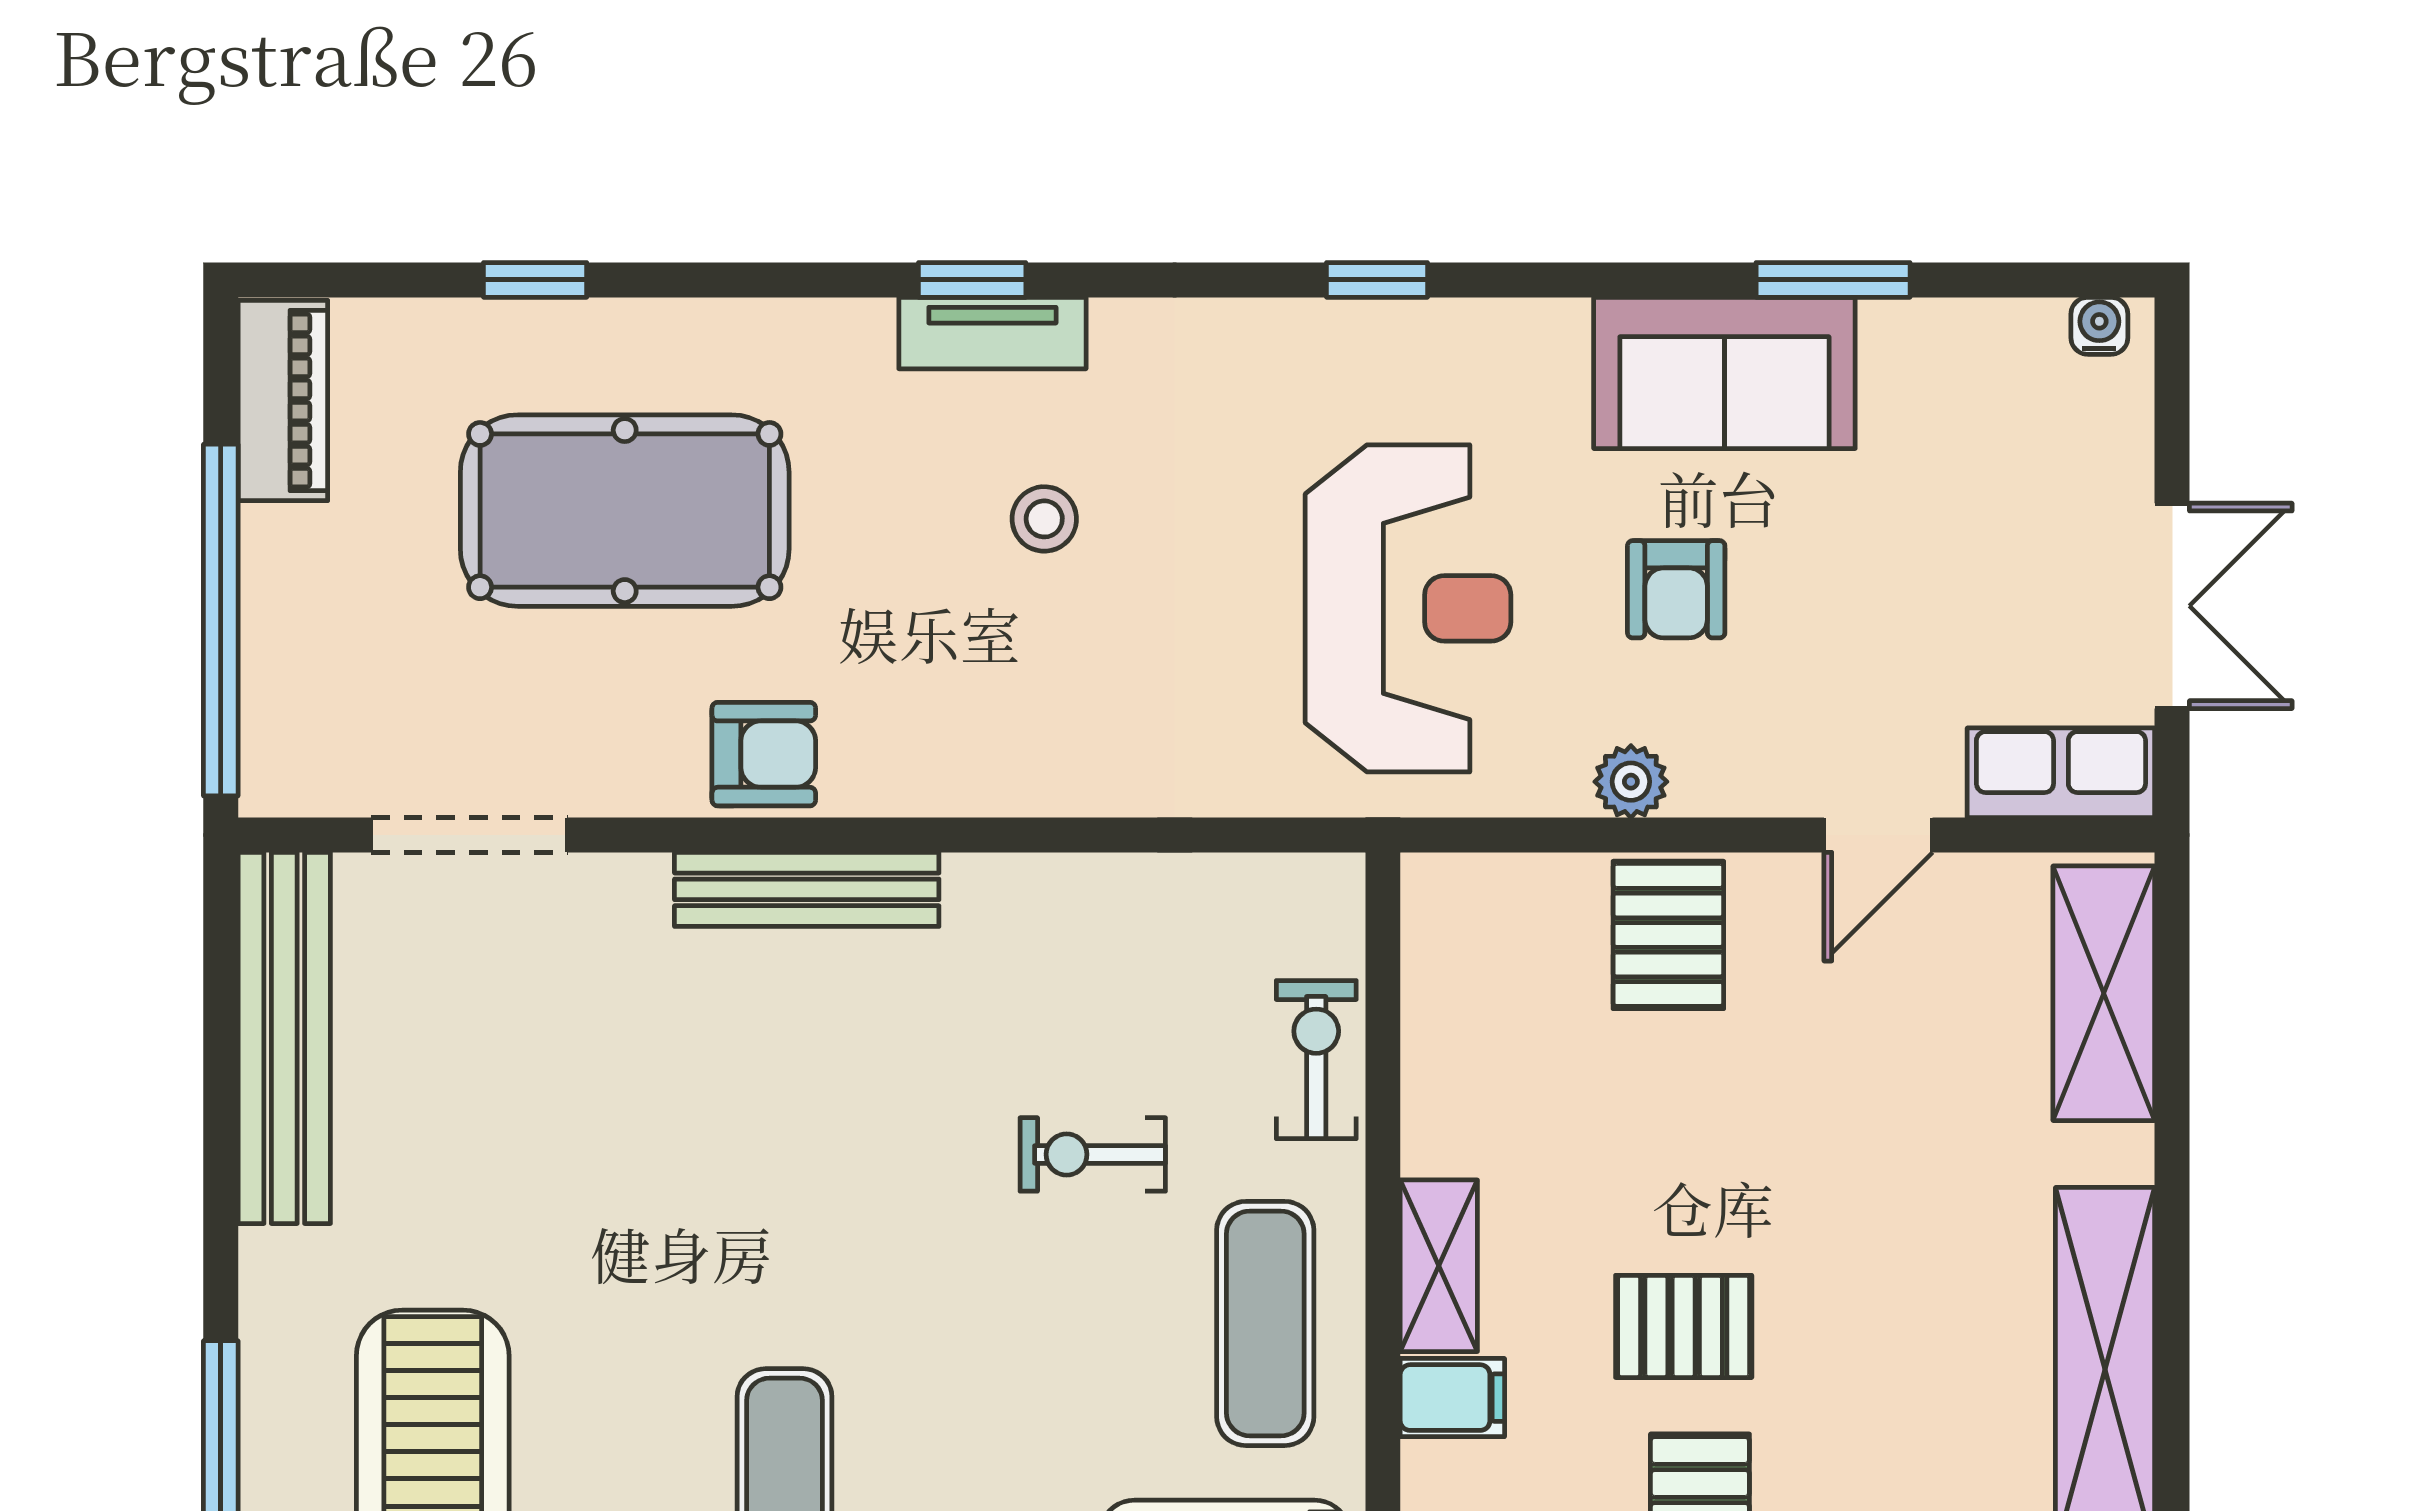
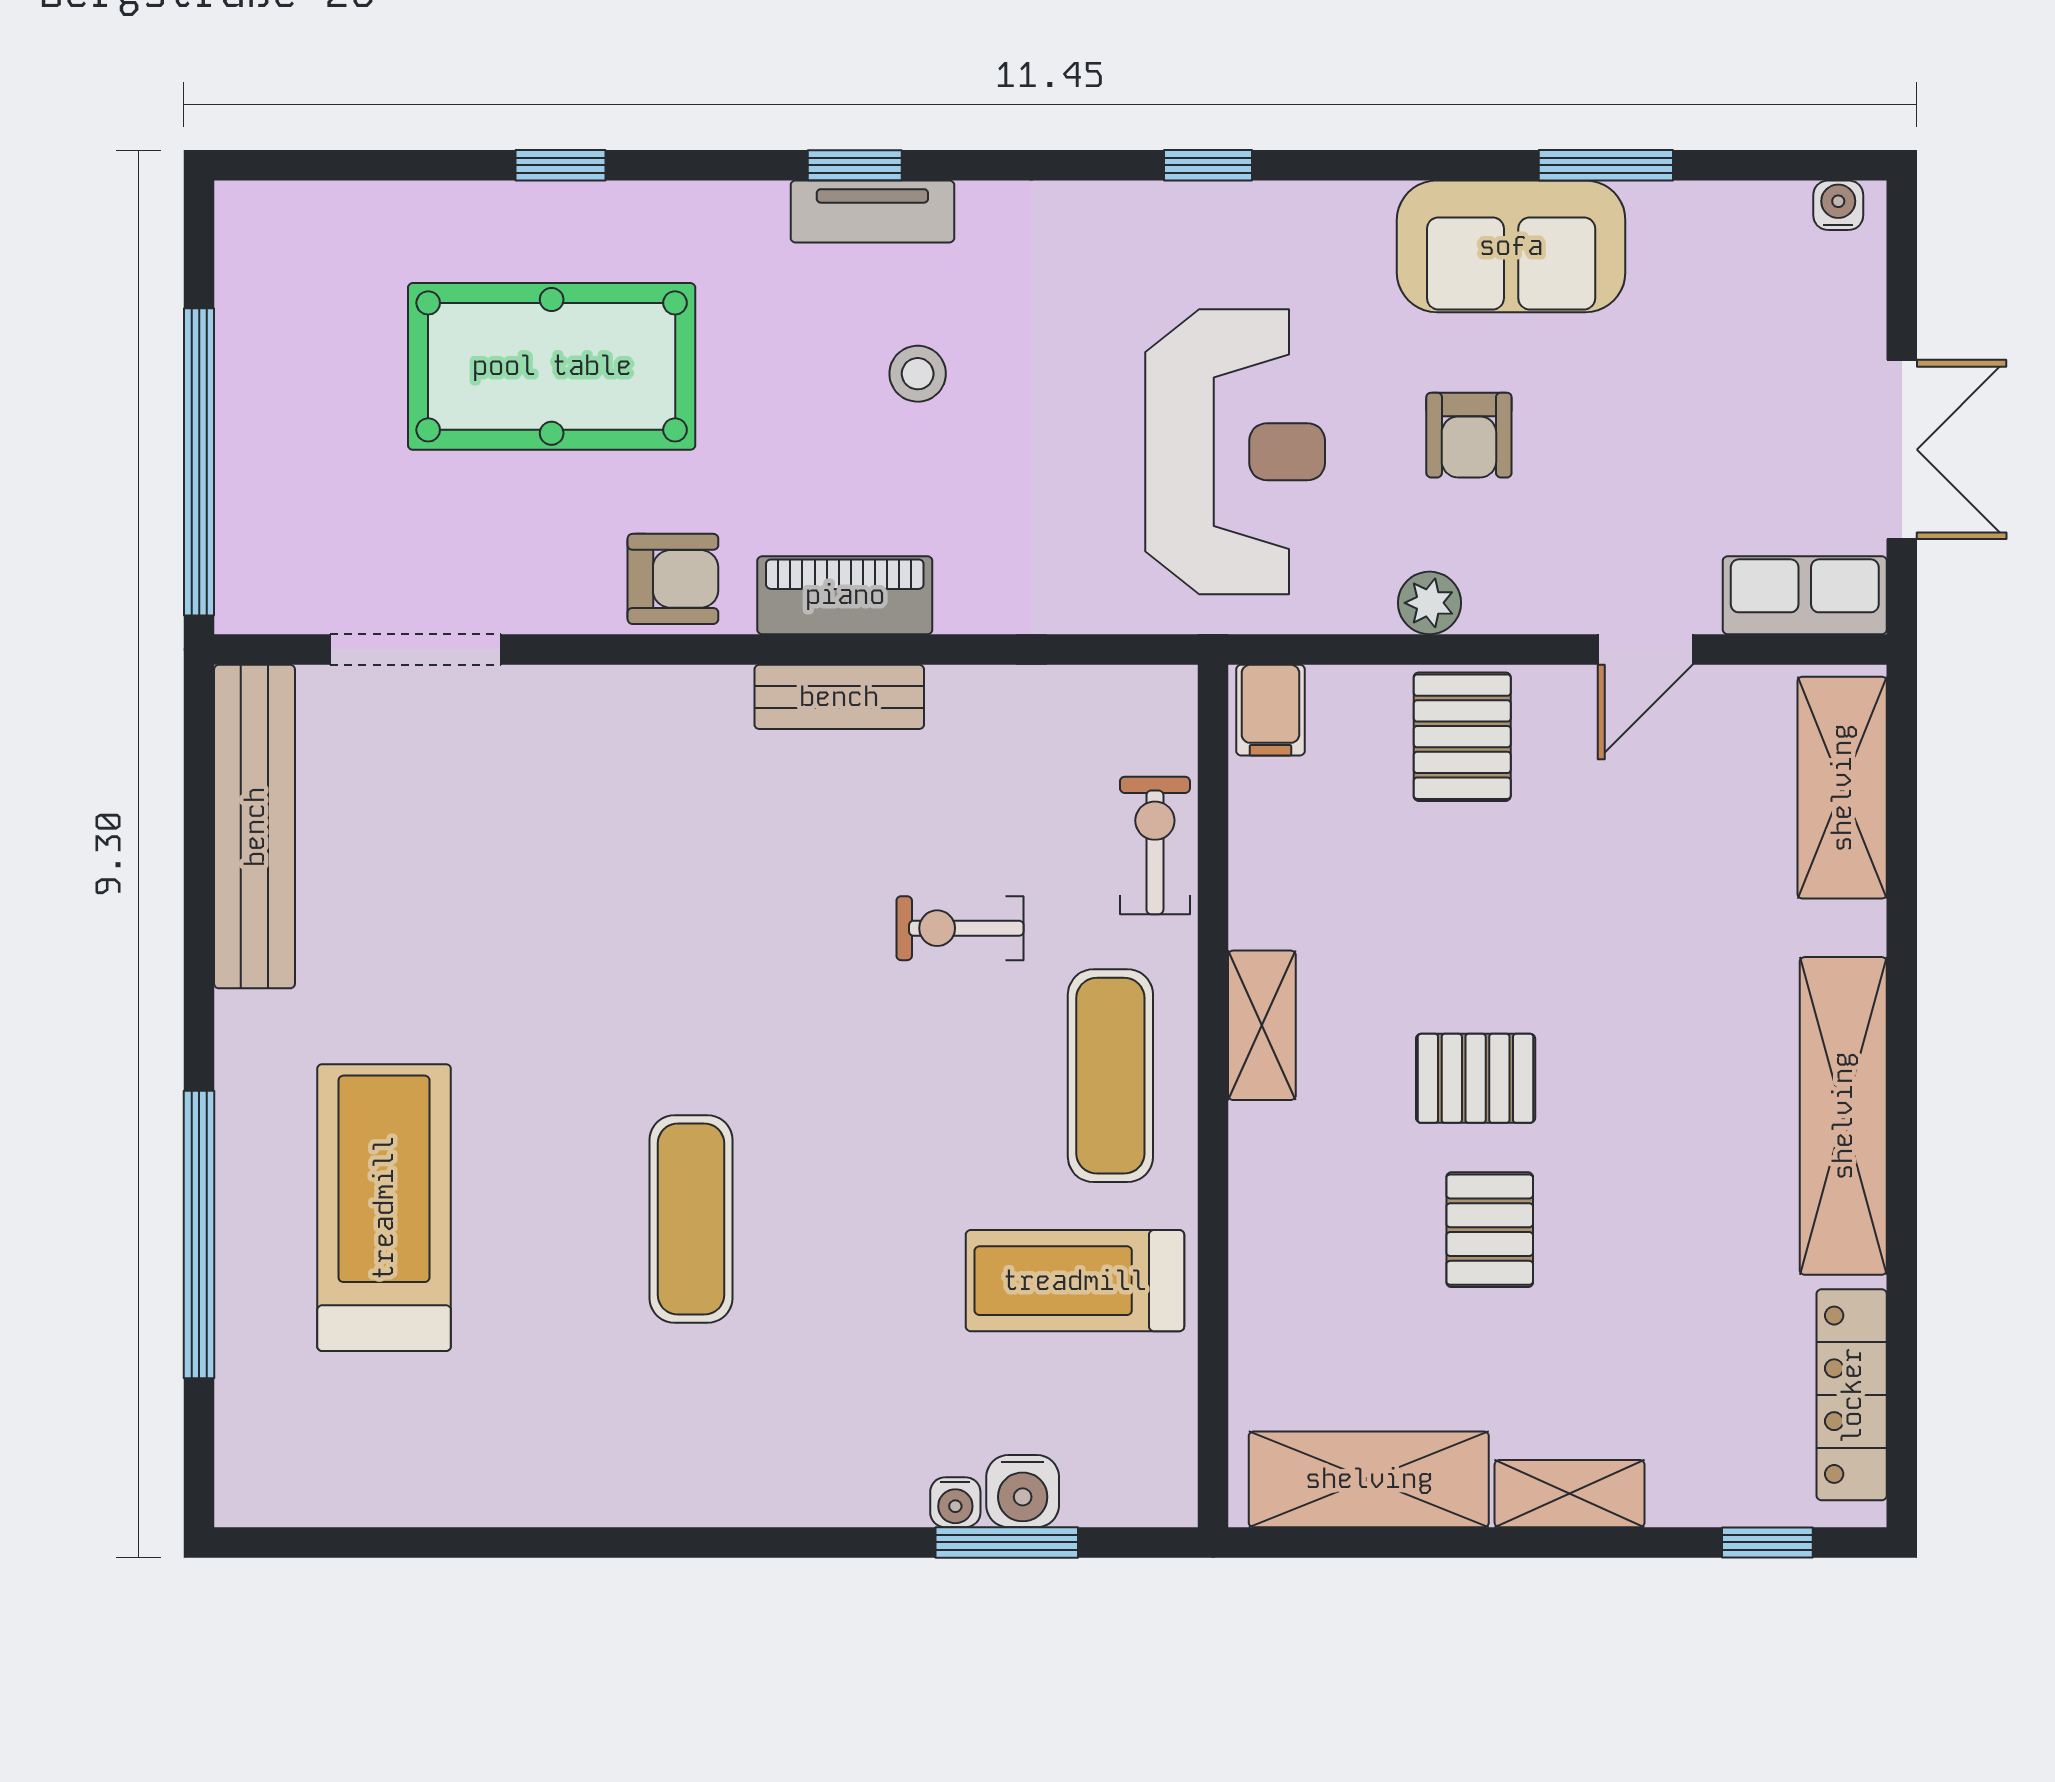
window: (535, 280) -> (561, 165), moved
piano: (283, 400) -> (845, 595), moved, turned -90
bench: (807, 889) -> (839, 697), moved, width x0.73
filing cabinet: (1452, 1398) -> (1270, 710), moved, turned 90

